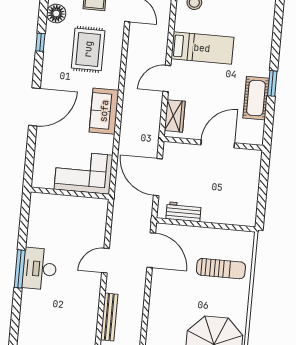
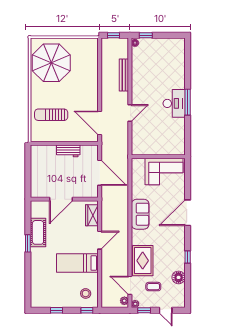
rug: (88, 49) -> (143, 261), moved
corner sofa: (83, 172) -> (164, 172), moved
workbench: (184, 212) -> (68, 151), moved

